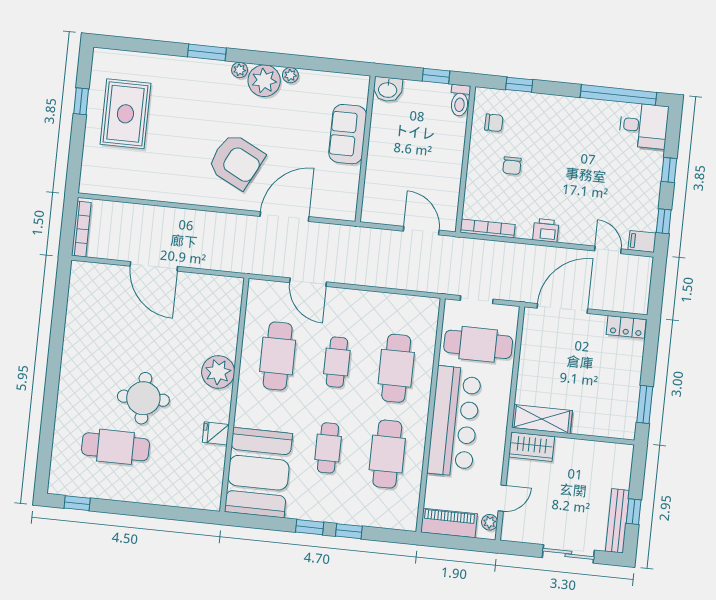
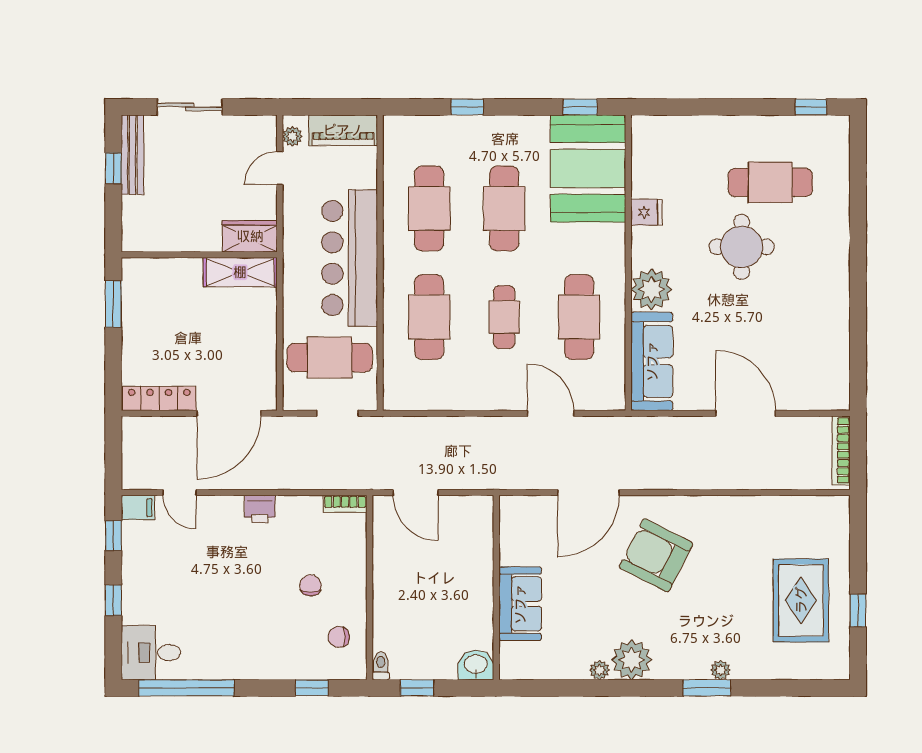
plant: (240, 70) -> (720, 670), moved
toilet: (460, 100) -> (381, 666), width x0.73, depth x0.72
bookcase: (488, 228) -> (345, 504), width x0.64
sofa: (224, 315) -> (652, 361), added
locker: (626, 327) -> (159, 398), width x1.53
cafe table: (328, 448) -> (504, 208), width x1.37, depth x1.35
window: (310, 527) -> (580, 107), moved

